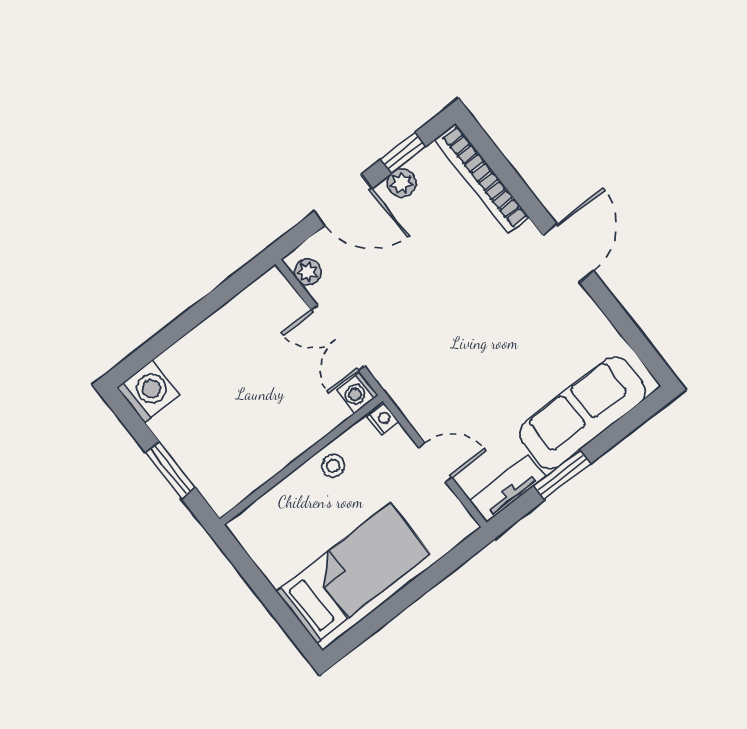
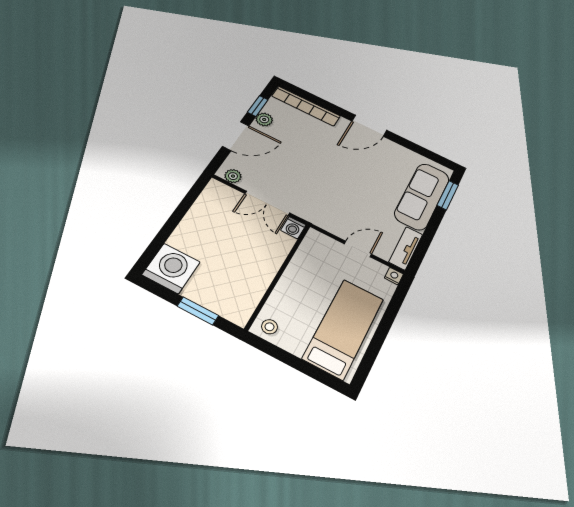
door: (568, 253) -> (369, 126), swing flipped
washing machine: (148, 391) -> (171, 268), width x1.37, depth x1.37
nightstand: (383, 419) -> (394, 276), moved
stool: (333, 466) -> (270, 327), moved
window: (562, 475) -> (448, 195), moved

